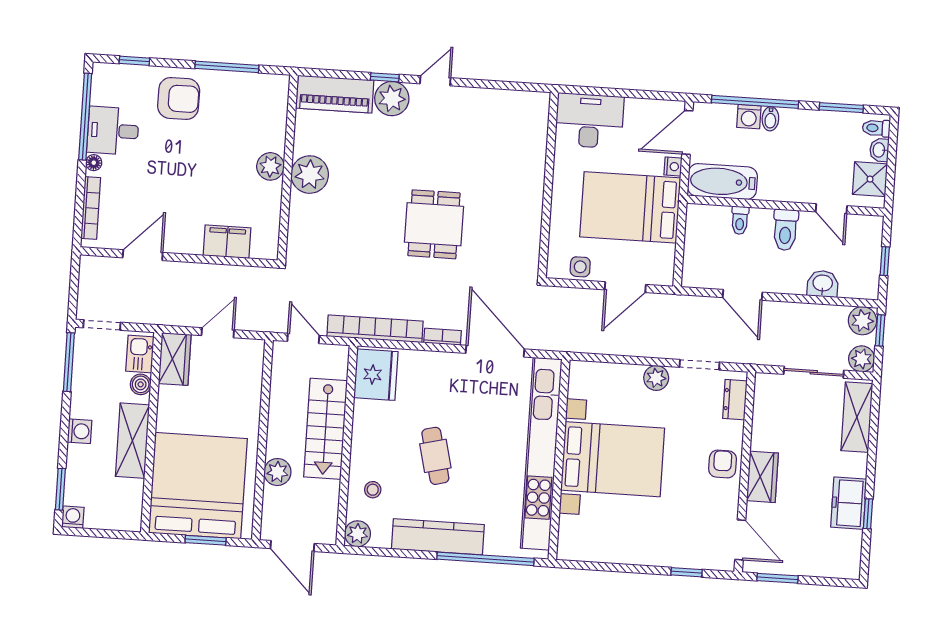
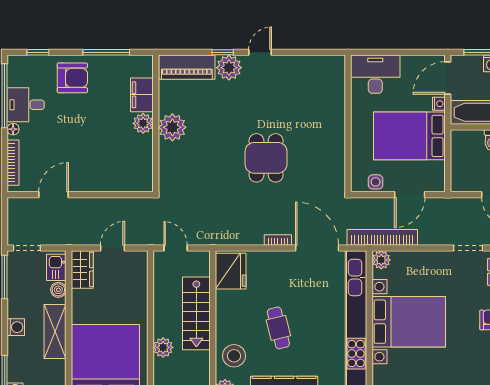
filing cabinet: (227, 242) -> (142, 95), moved, turned -90
bookcase: (375, 329) -> (382, 237), moved
plant: (656, 378) -> (381, 260), moved
stool: (373, 490) -> (234, 356), width x1.89, depth x1.89

